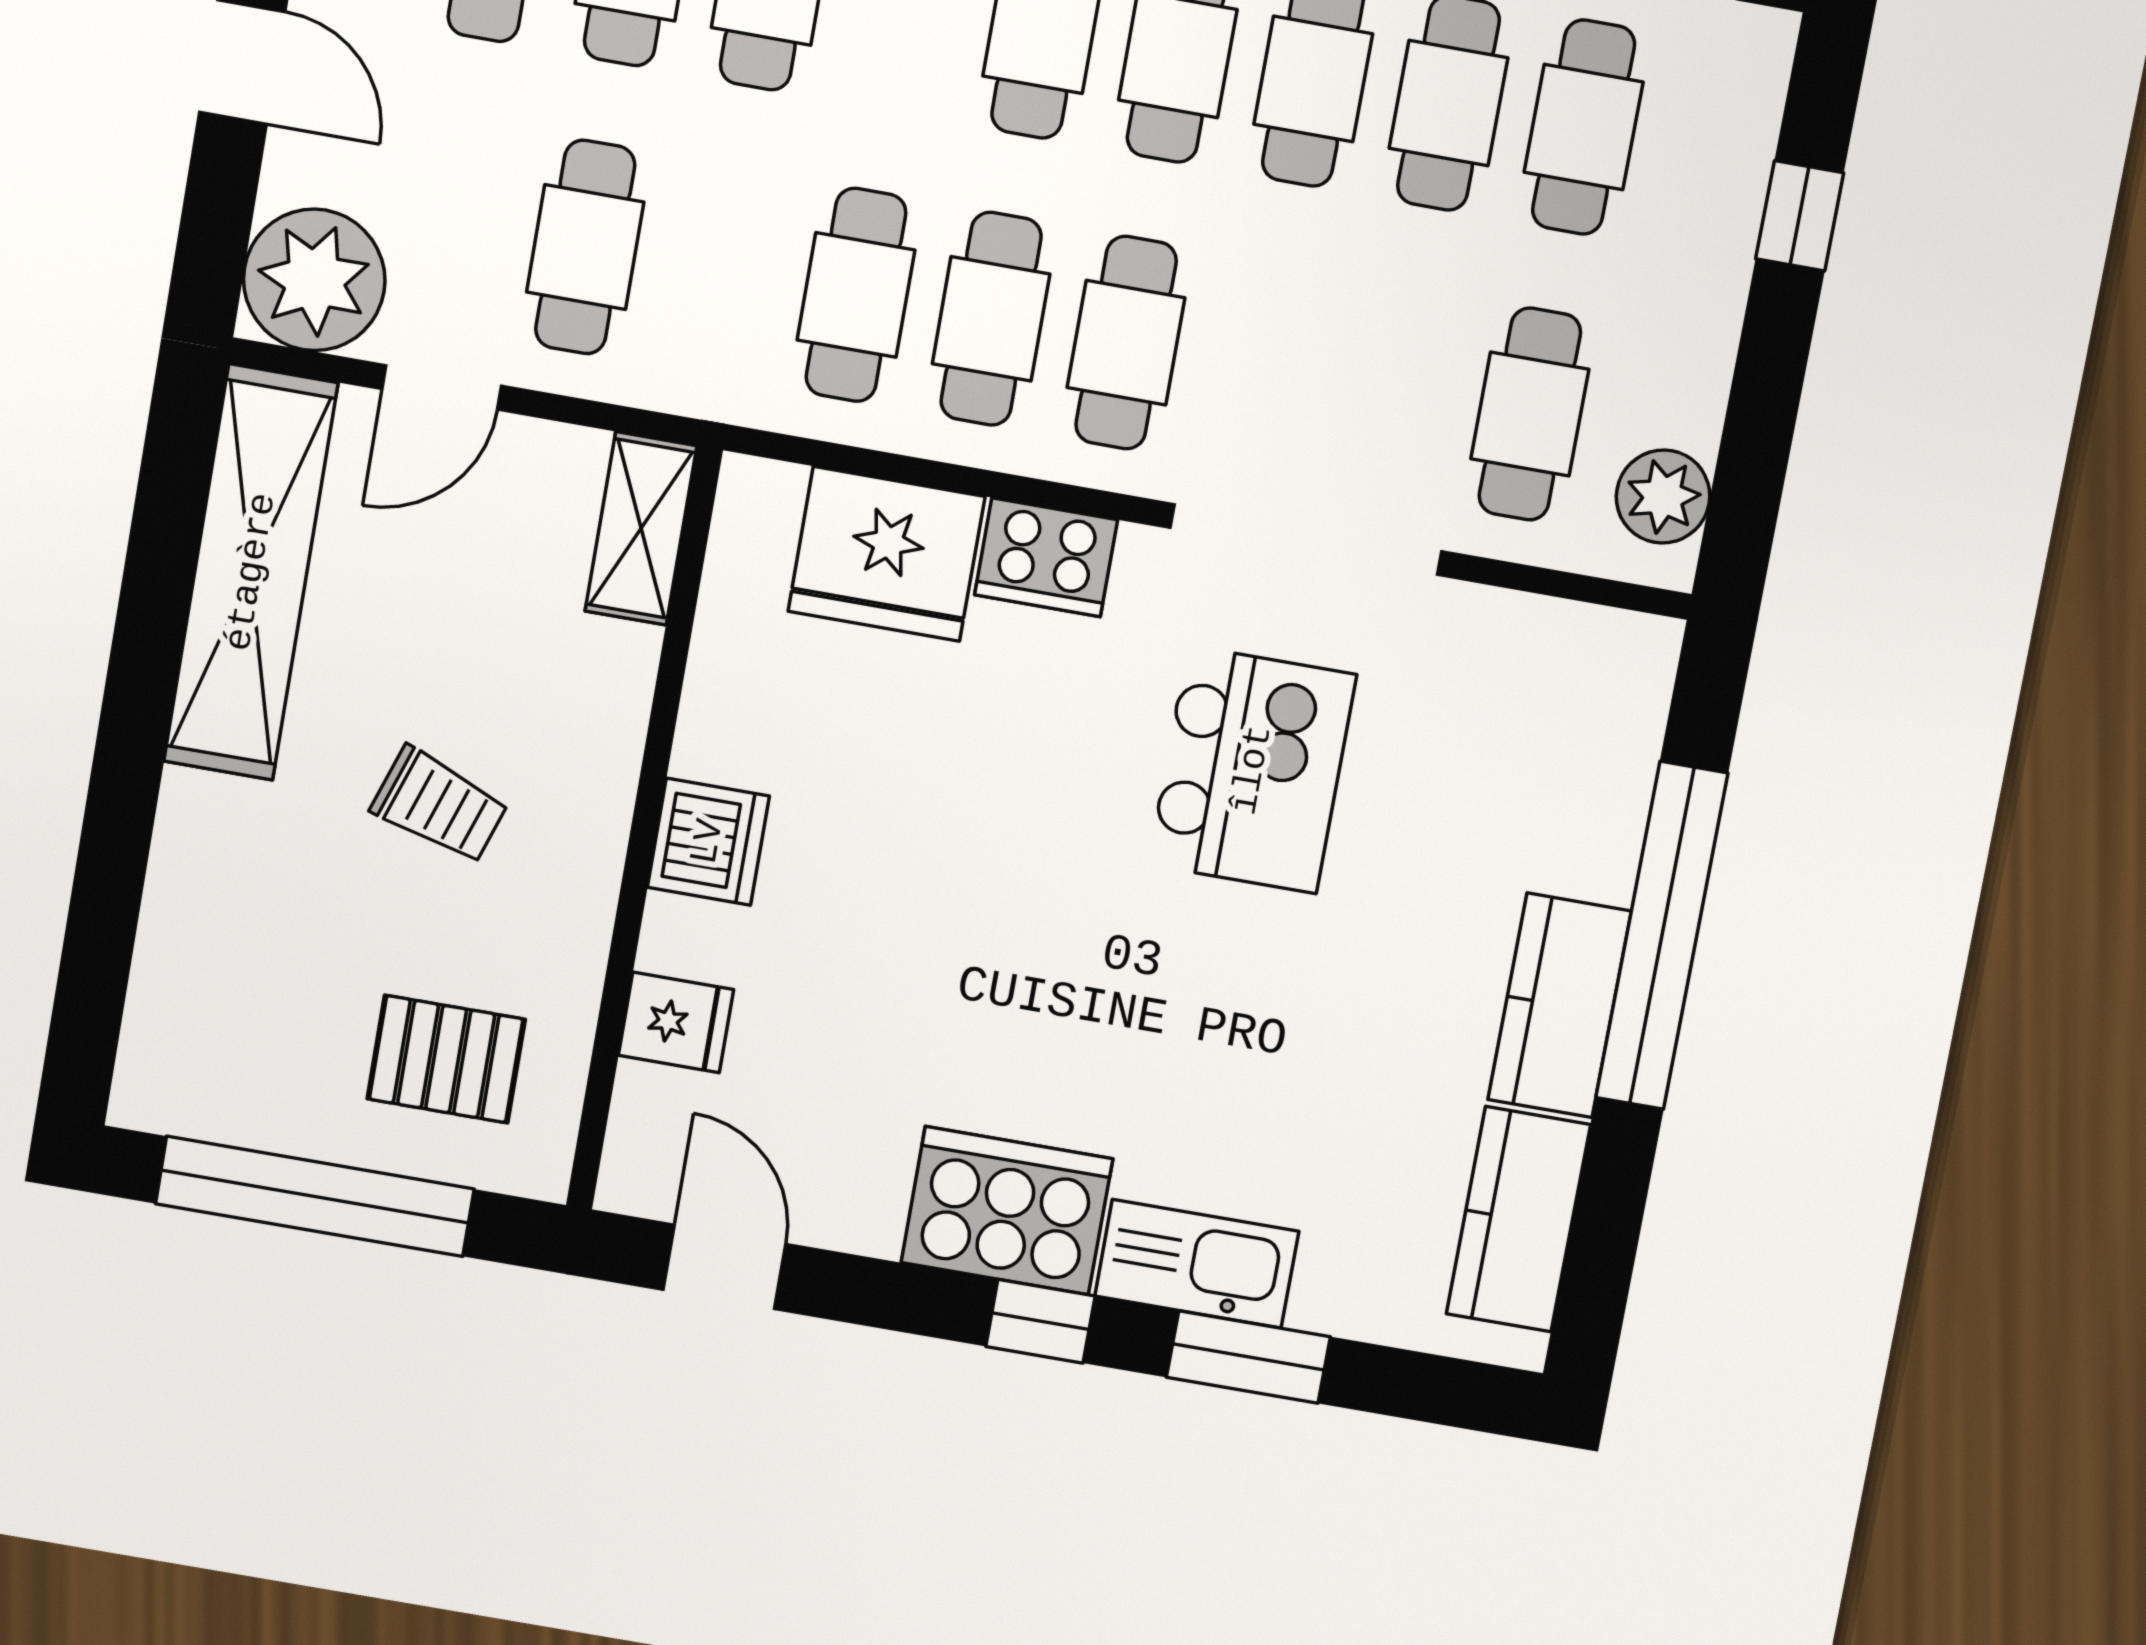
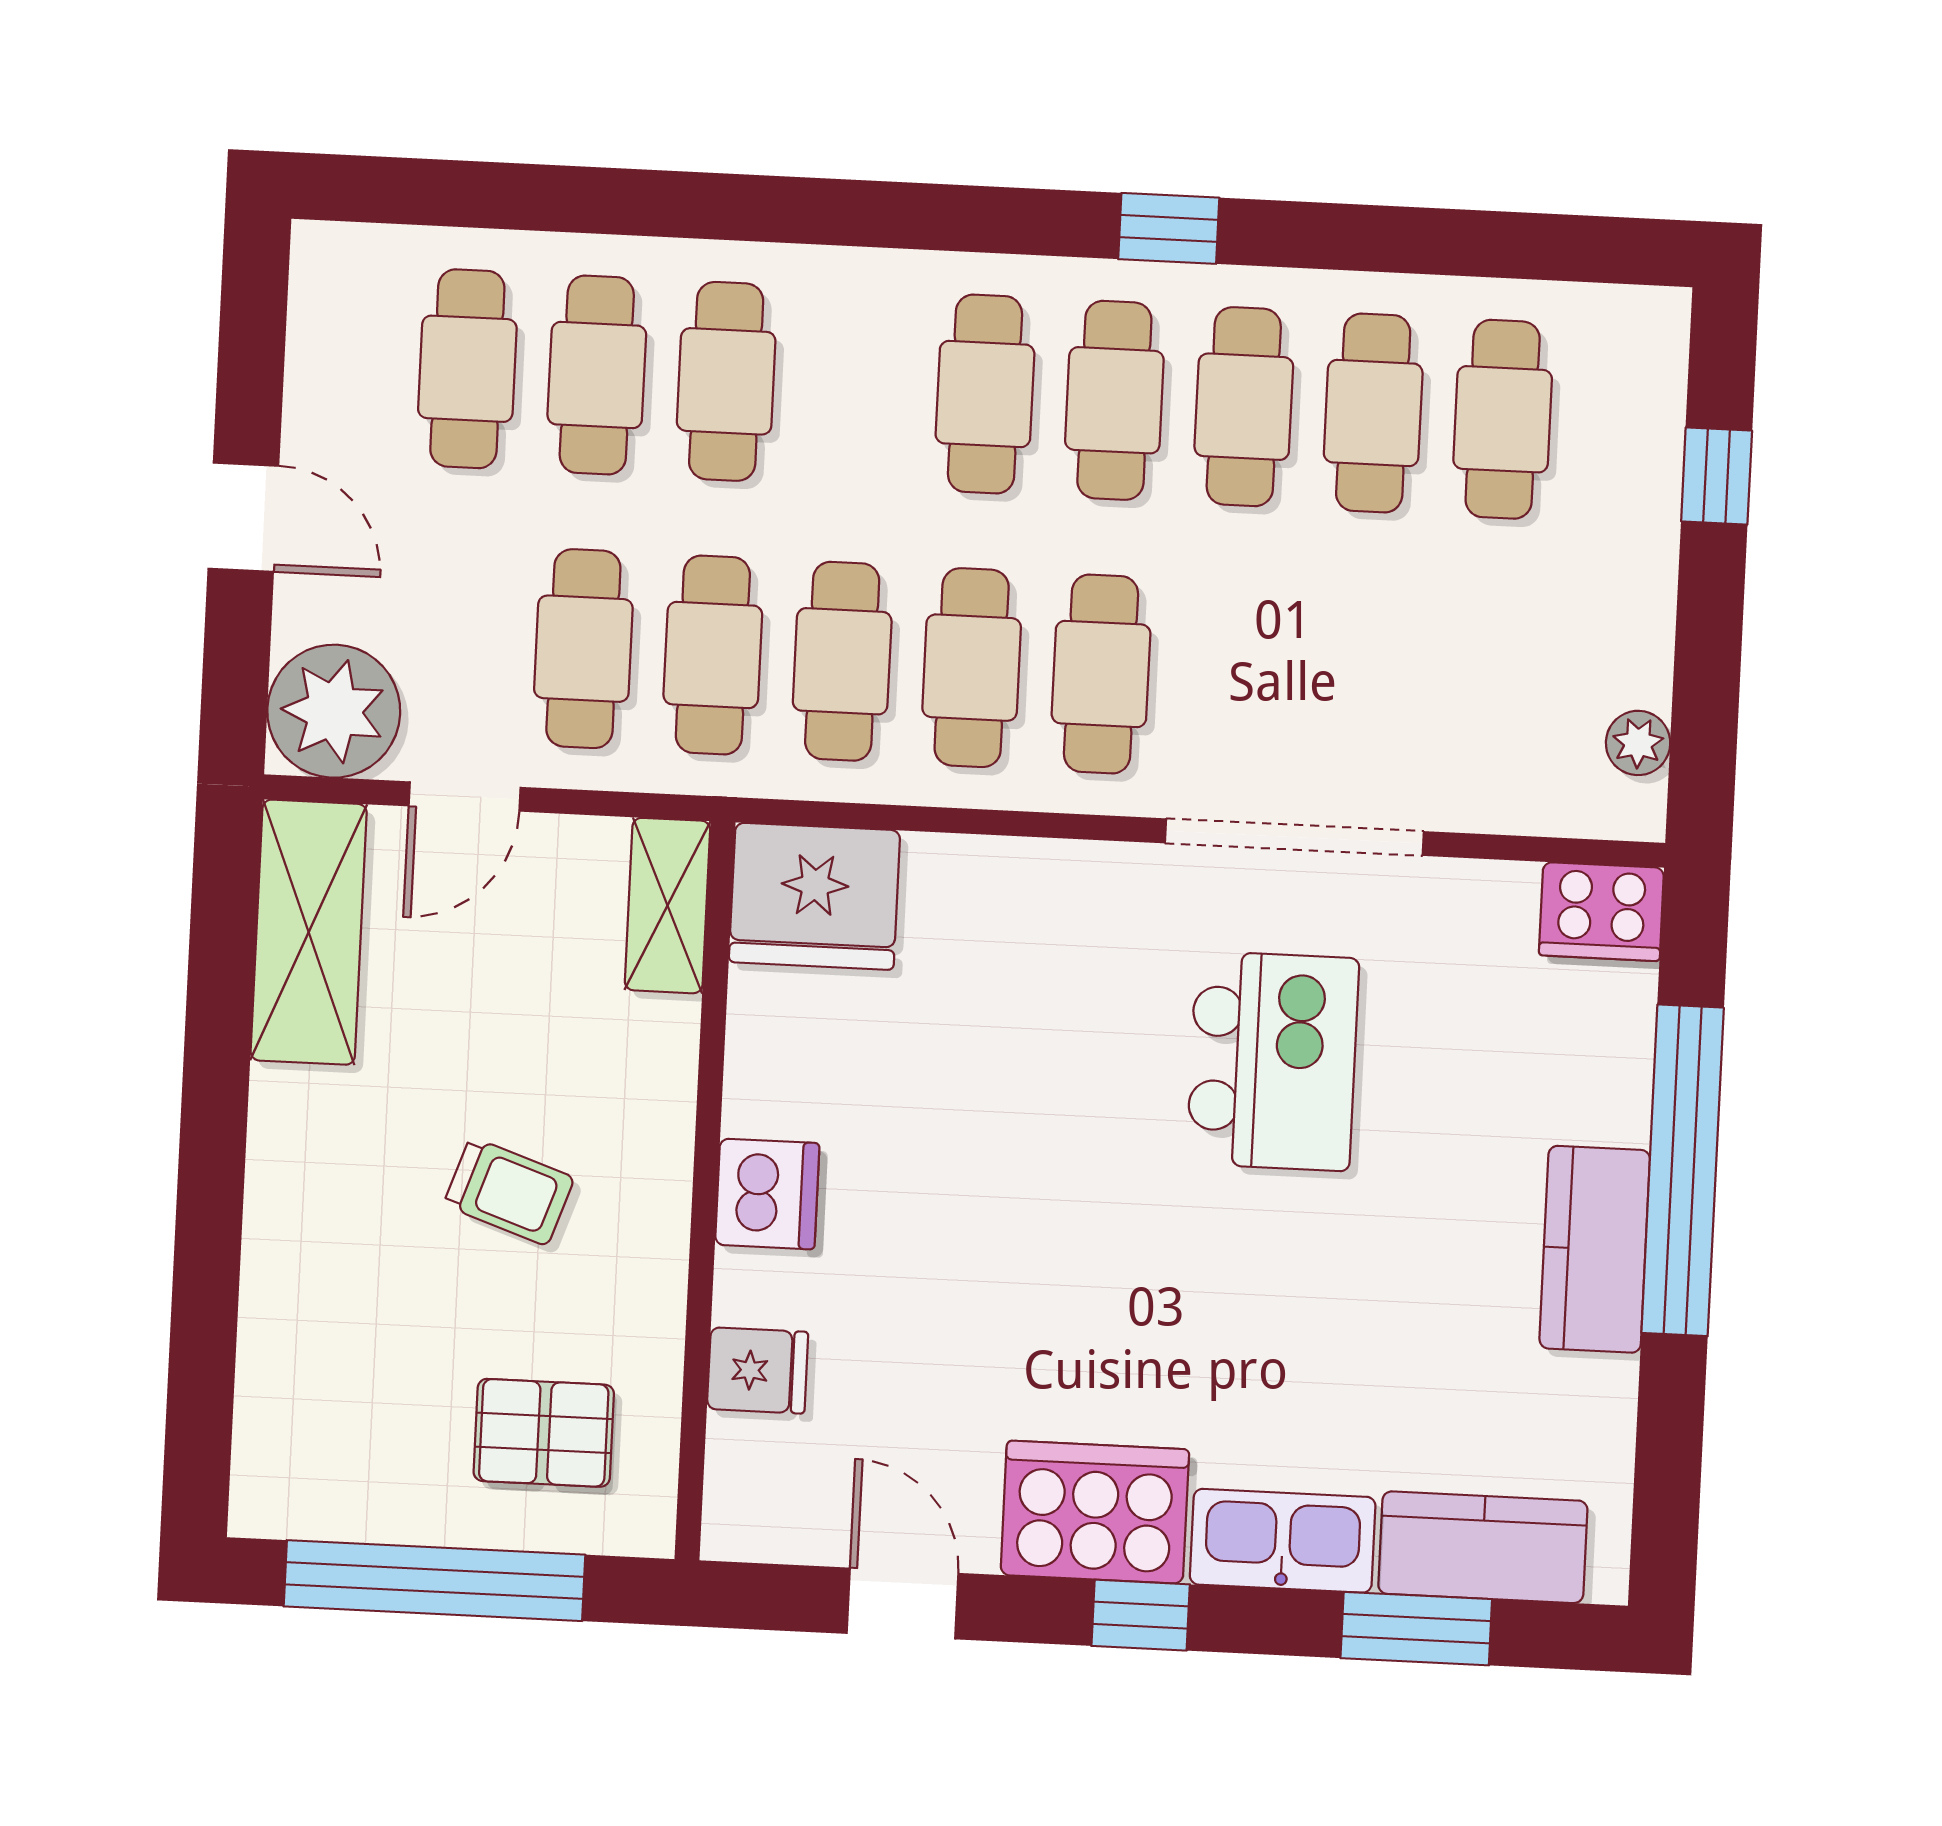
cafe table: (1530, 414) -> (713, 655), moved
plant: (1663, 497) -> (1638, 743), width x0.73, depth x0.73
fridge: (886, 554) -> (815, 896), moved
cooker: (1046, 557) -> (1601, 912), moved
shelving: (251, 572) -> (309, 932), width x0.68
kitchen counter: (1518, 1219) -> (1483, 1547), moved, turned 90
door: (724, 1267) -> (902, 1603), moved
window: (1248, 1357) -> (1416, 1629), moved

